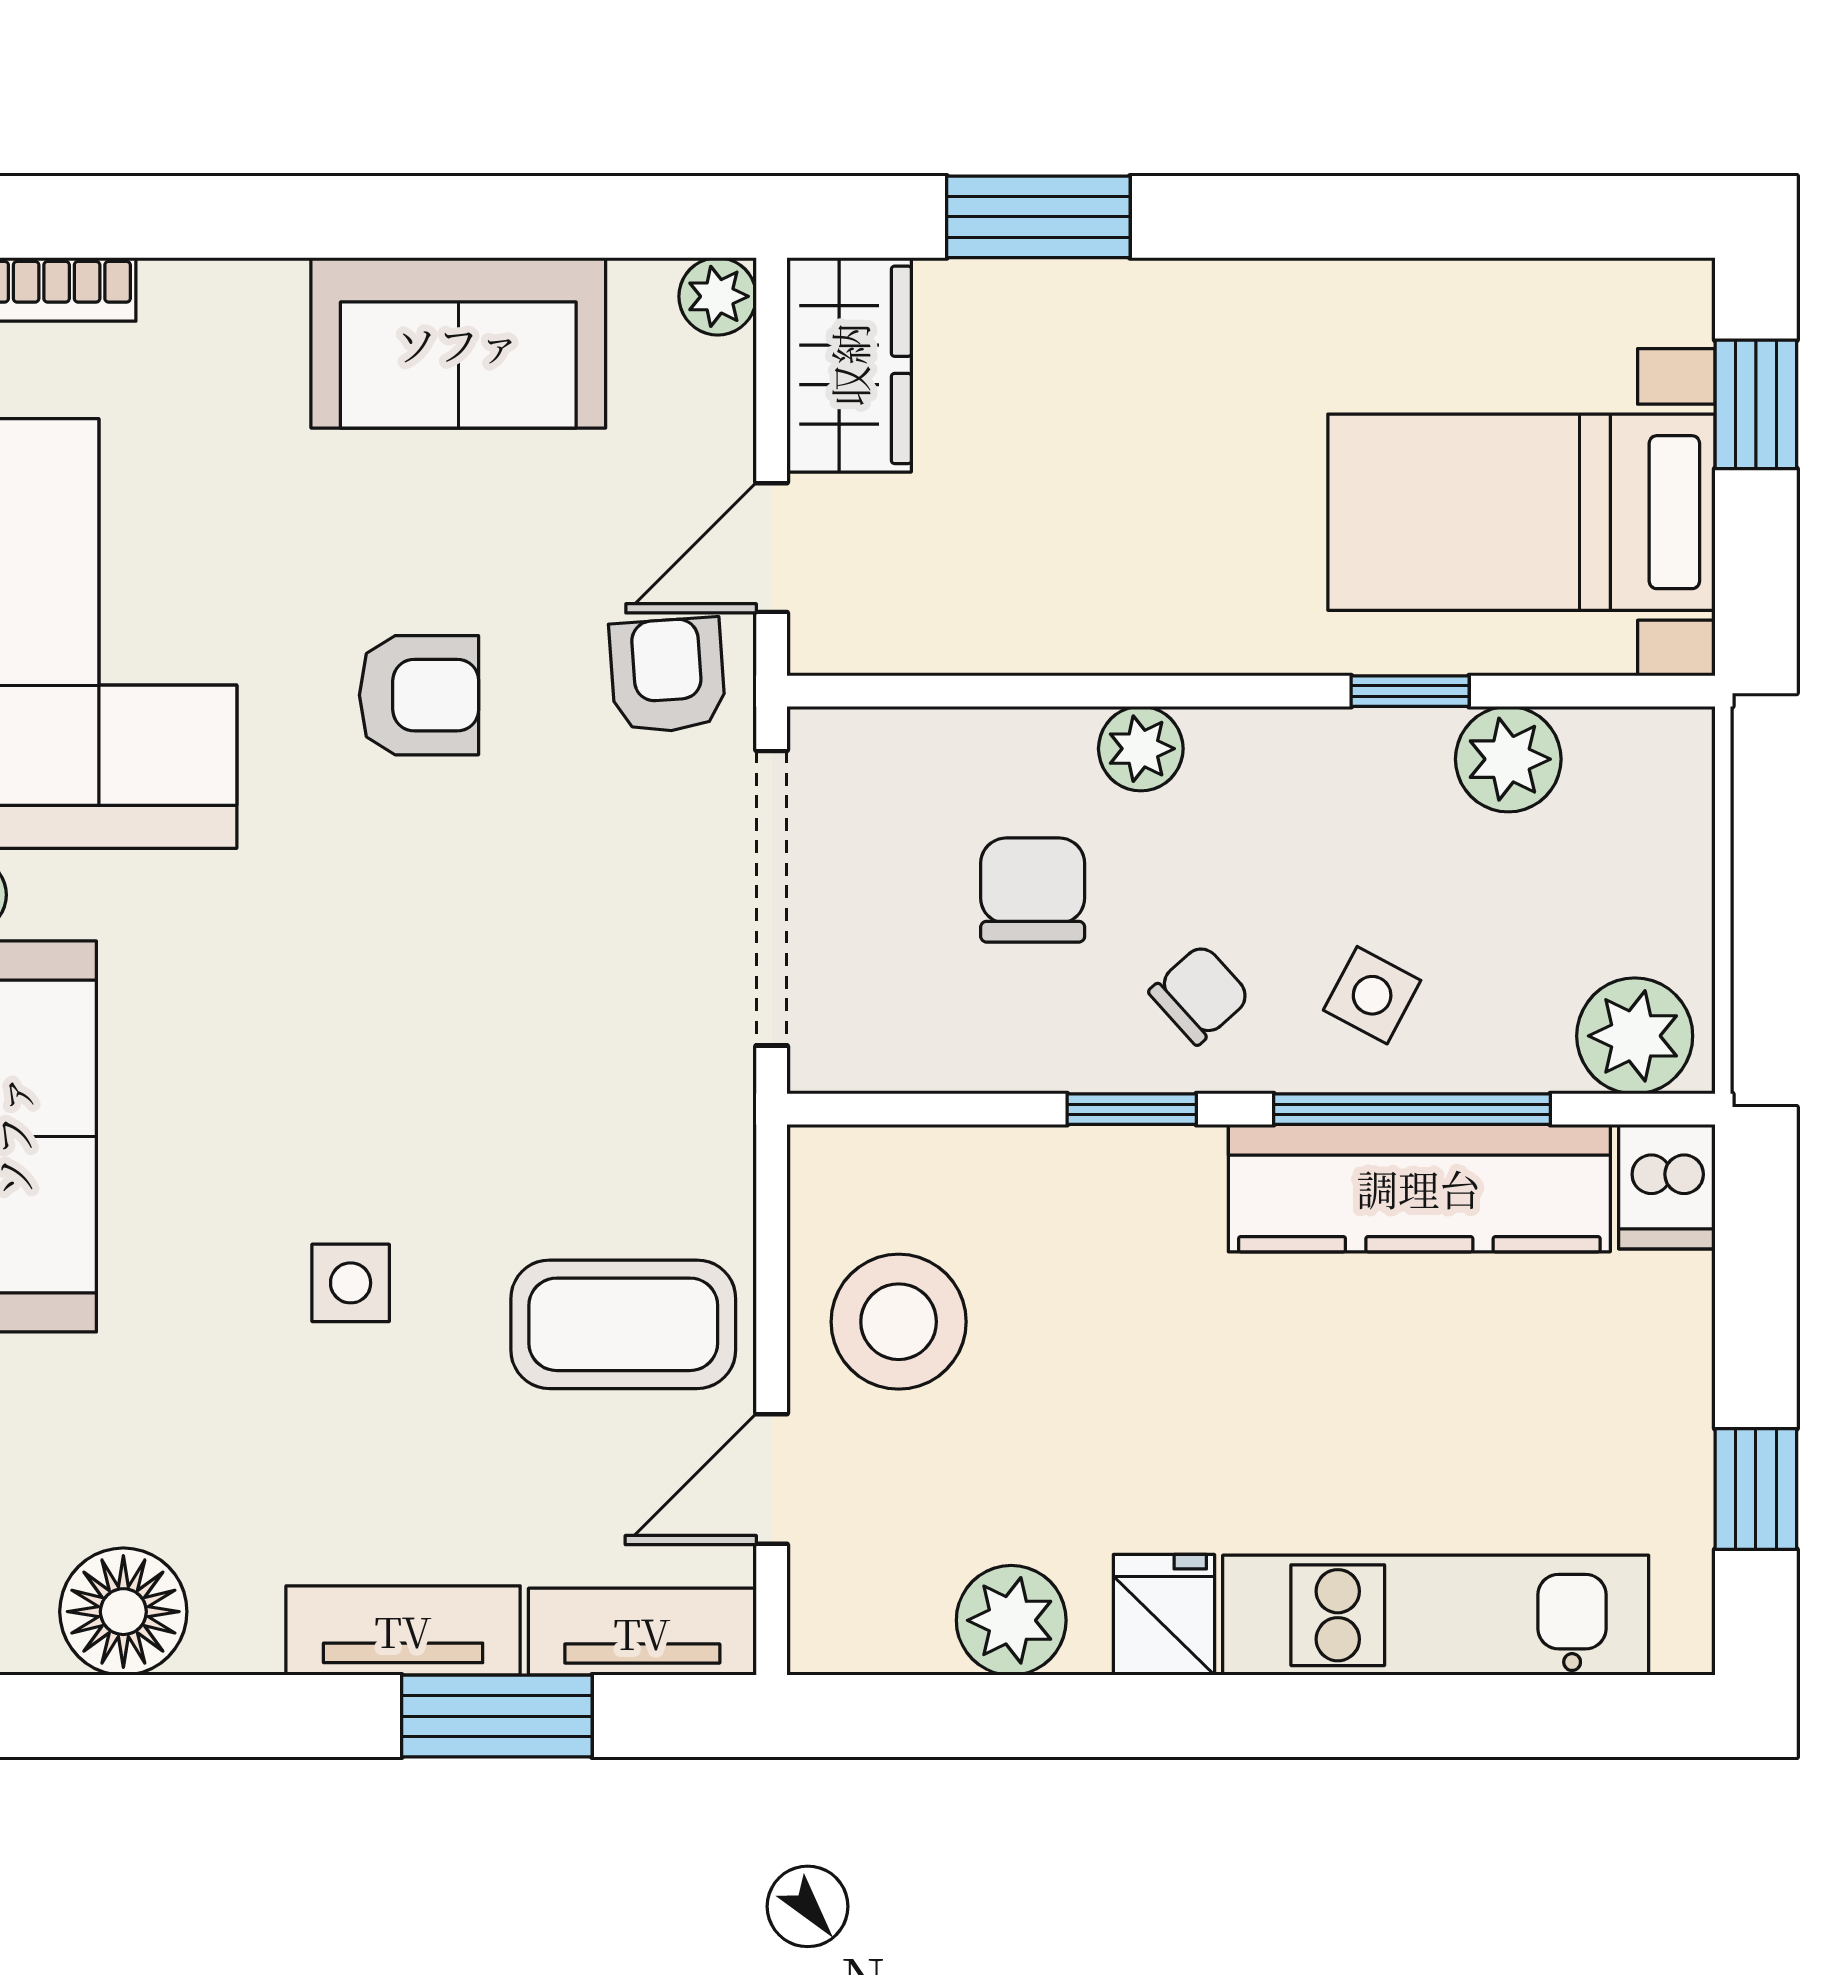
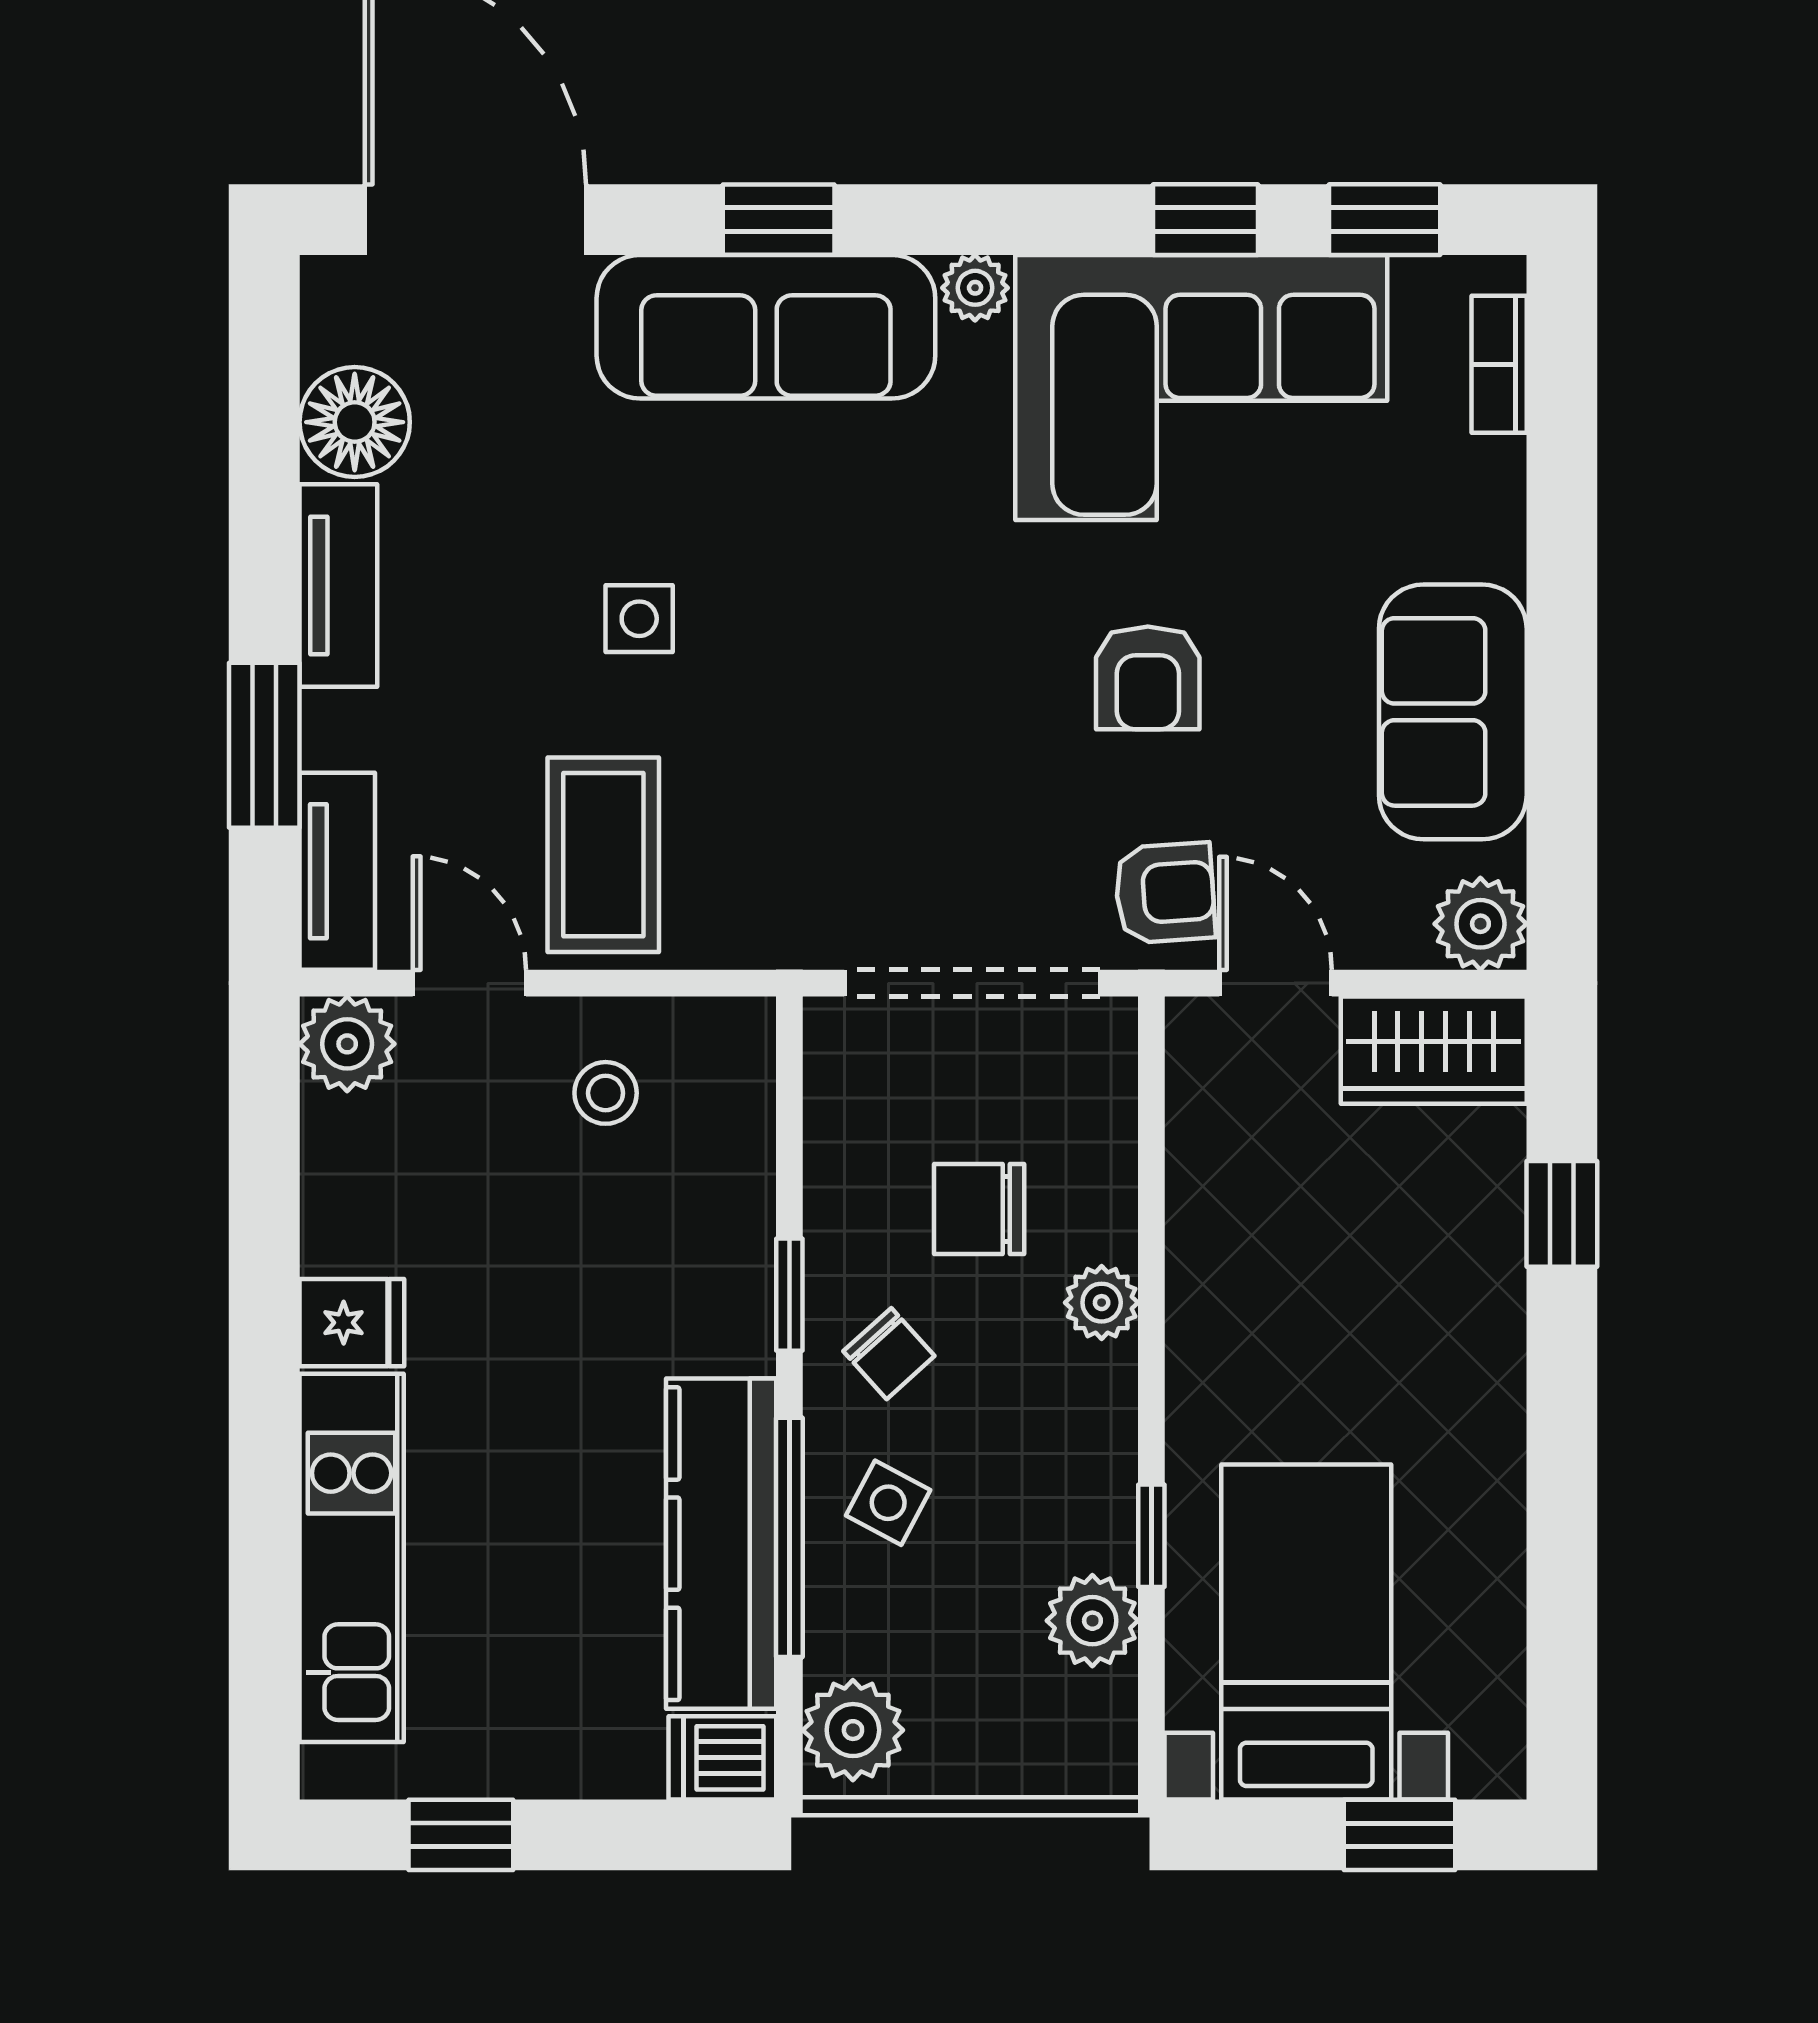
window: (1038, 217) -> (1562, 1214), width x0.67
plant: (718, 296) -> (1480, 924), width x1.38, depth x1.38
chair: (1033, 890) -> (979, 1209), turned 180
stool: (899, 1322) -> (606, 1093), width x0.53, depth x0.53
plant: (1011, 1620) -> (347, 1044), moved
tv unit: (403, 1630) -> (338, 586), moved

